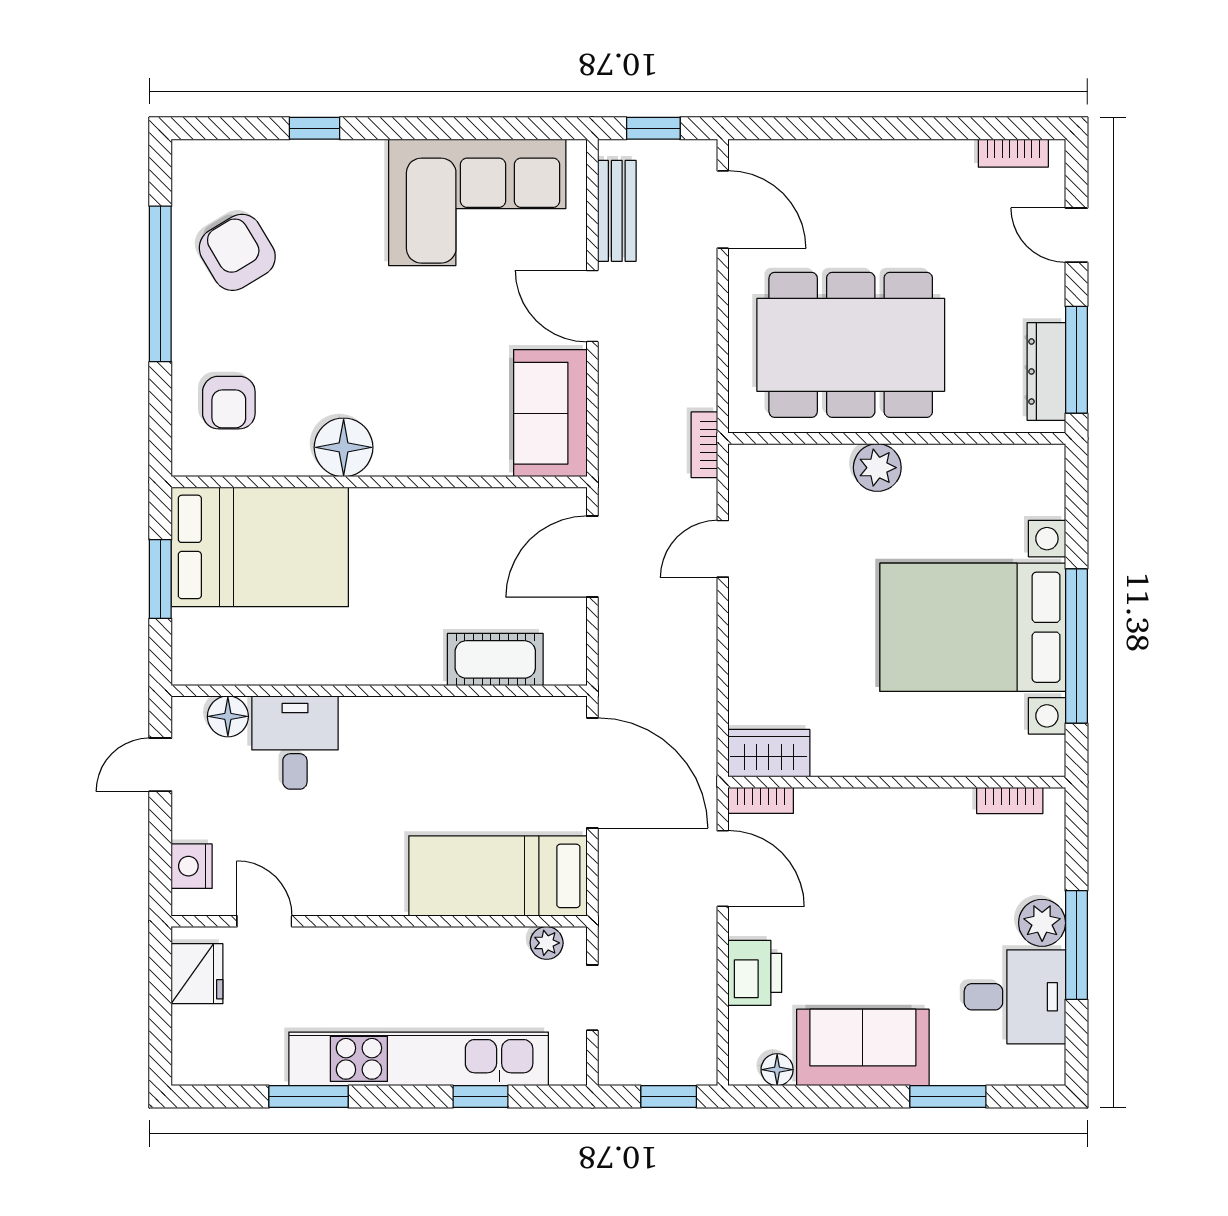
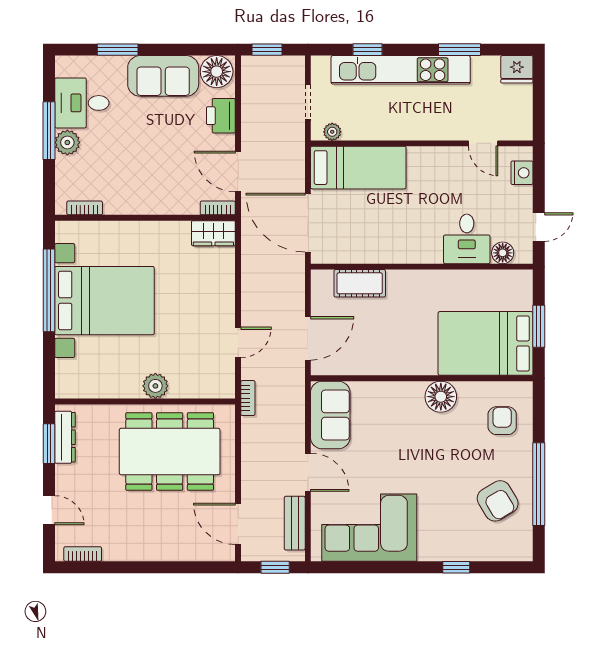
window: (1076, 360) -> (49, 444), width x0.69
fridge: (197, 974) -> (517, 69), moved, turned -90
floor lamp: (777, 1070) -> (217, 72), width x1.89, depth x1.89

